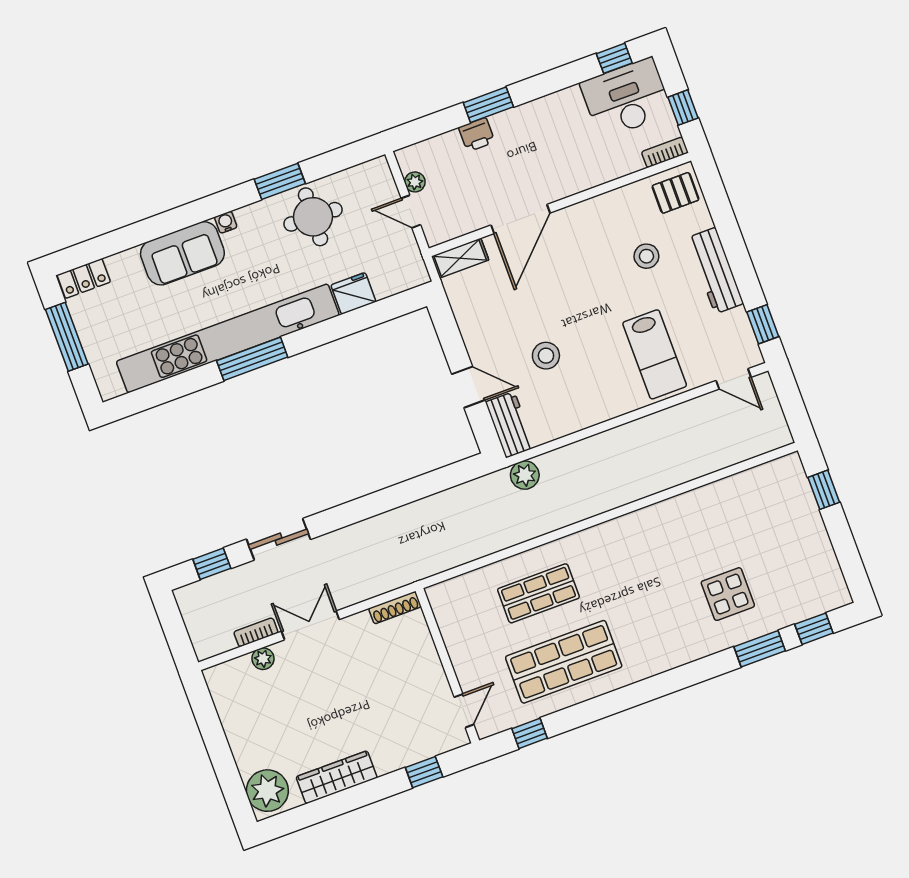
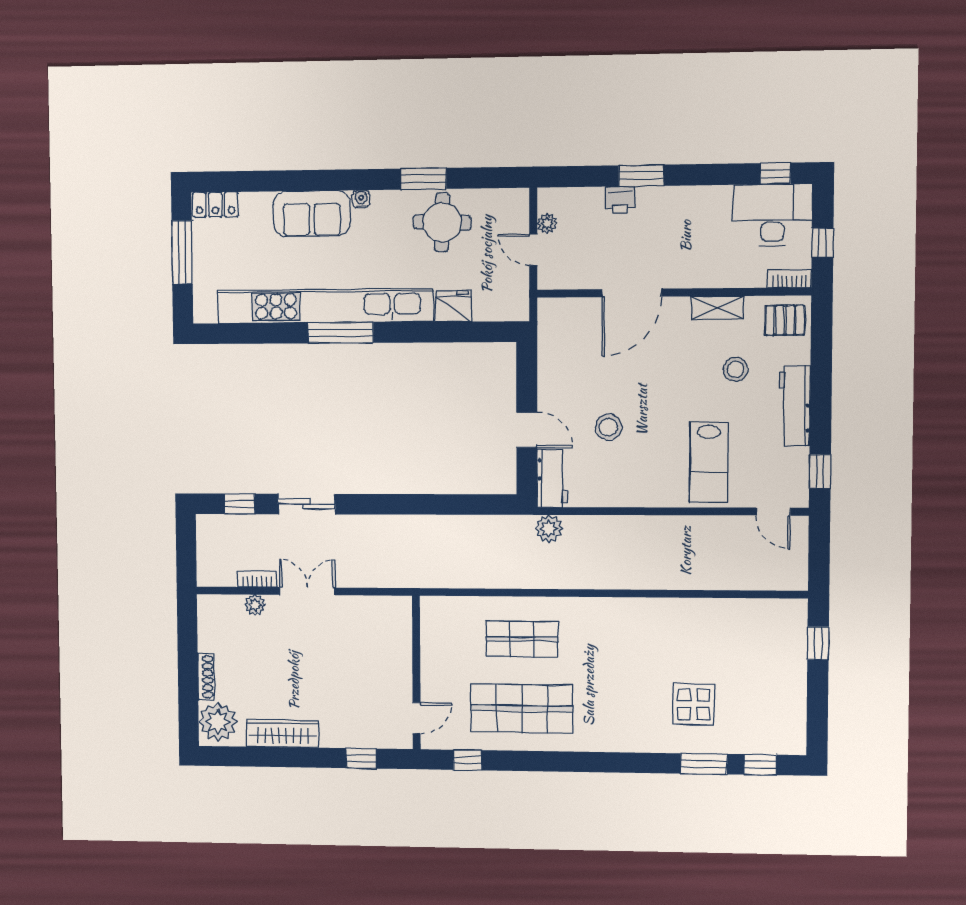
shelving: (460, 258) -> (717, 308), moved
shoe rack: (395, 608) -> (206, 677), moved, turned -90

